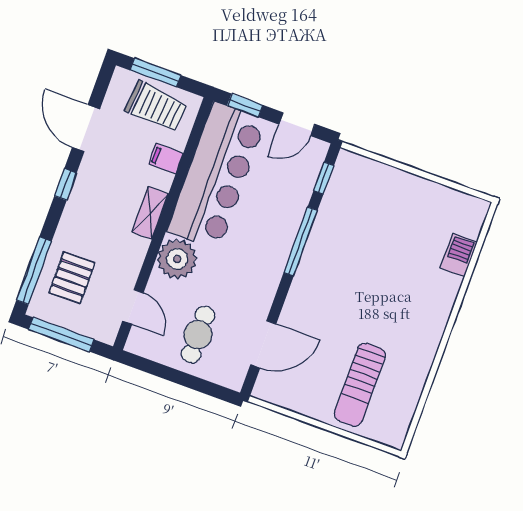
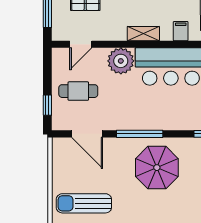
window: (301, 242) -> (140, 134), moved
parasol: (347, 263) -> (157, 168), added
window: (202, 386) -> (47, 105), added

